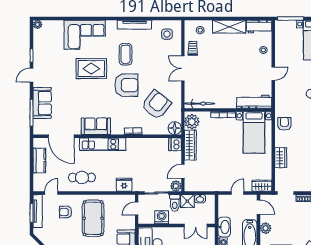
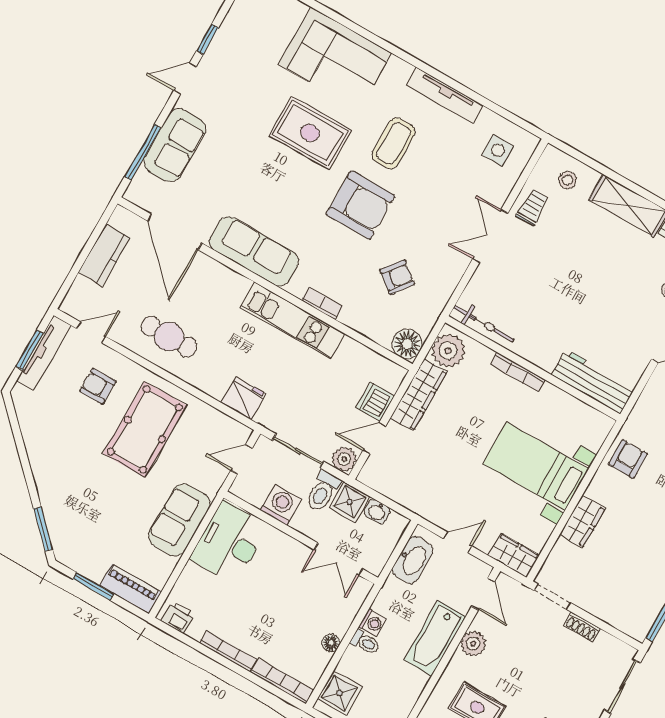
armchair: (156, 105) -> (397, 277), width x0.53, depth x0.53
sofa: (96, 126) -> (254, 251), width x1.36
bed with nightstands: (254, 132) -> (536, 466), moved, turned 90
kitchen unit: (103, 144) -> (292, 320), moved
dishwasher: (175, 144) -> (375, 402), moved
washbasin: (224, 227) -> (413, 560), moved

